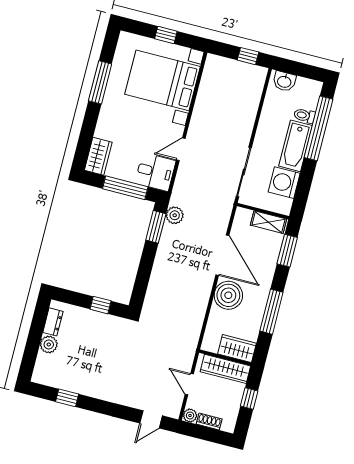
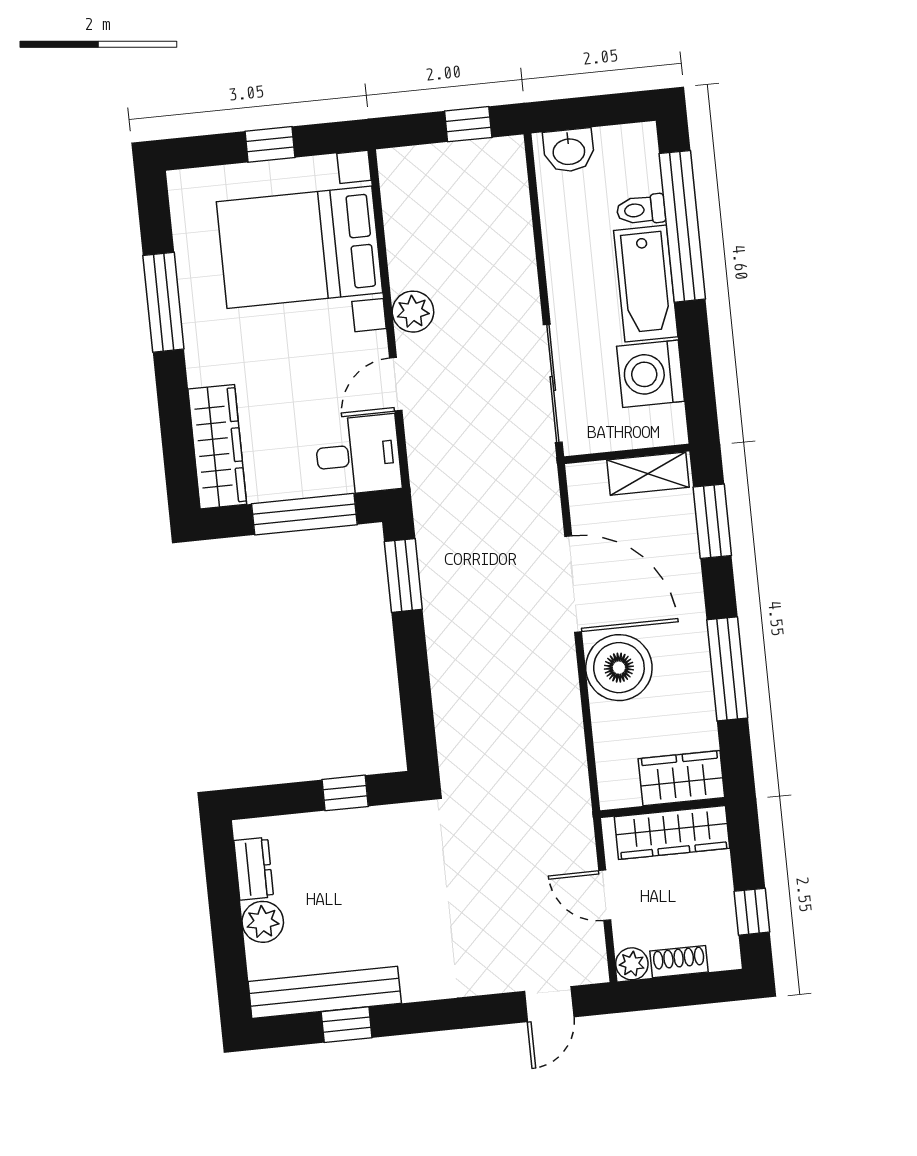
wardrobe: (98, 156) -> (217, 447), width x1.50
plant: (175, 215) -> (413, 312), moved
bench: (63, 382) -> (325, 992), added
window: (249, 398) -> (752, 912), moved

